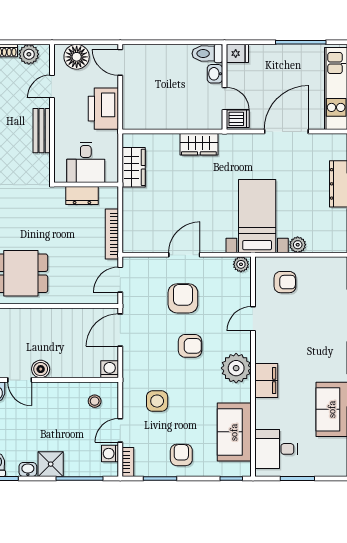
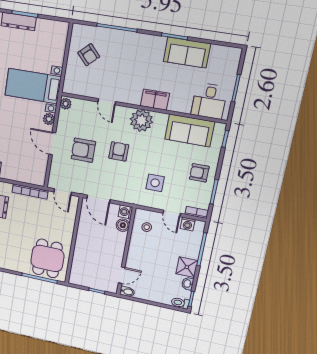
plant: (298, 245) -> (49, 119), moved
armchair: (285, 282) -> (89, 55), moved, turned 137
boiler: (41, 369) -> (123, 225), moved

